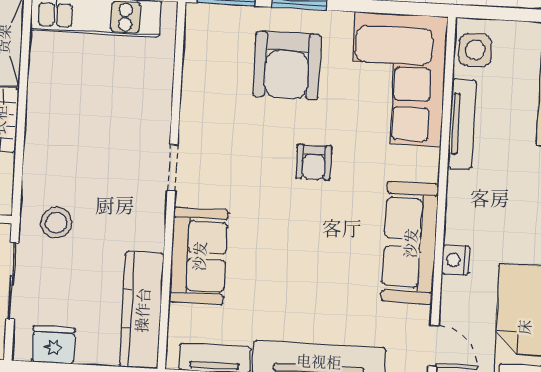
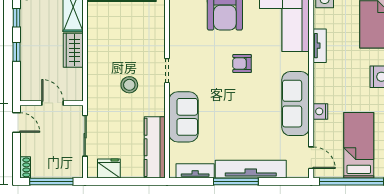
tv unit: (462, 124) -> (320, 46), width x0.71
armchair: (314, 162) -> (242, 64), turned 90
stool: (56, 223) -> (129, 85), moved

